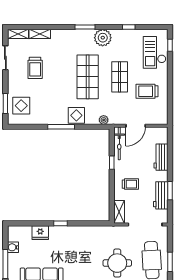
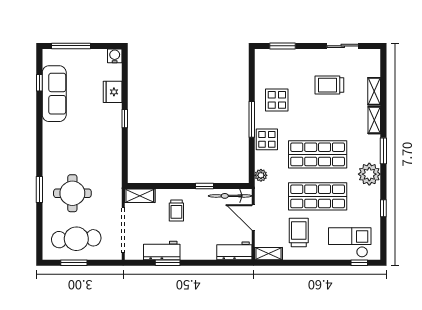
shelving: (18, 34) -> (374, 120), moved
shop shelf: (120, 77) -> (318, 196), width x1.43, depth x1.36
display table: (21, 106) -> (277, 100), moved
shelving: (163, 114) -> (269, 254), added
workbench: (161, 157) -> (234, 251), moved
water cooler: (13, 247) -> (115, 56), moved

